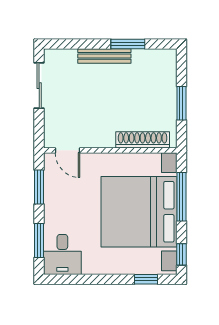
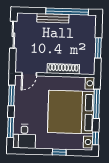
window: (128, 44) -> (67, 11), width x2.11
shoe rack: (143, 140) -> (63, 69), moved
door: (67, 150) -> (29, 74), hinge flipped
window: (146, 279) -> (59, 152), moved

